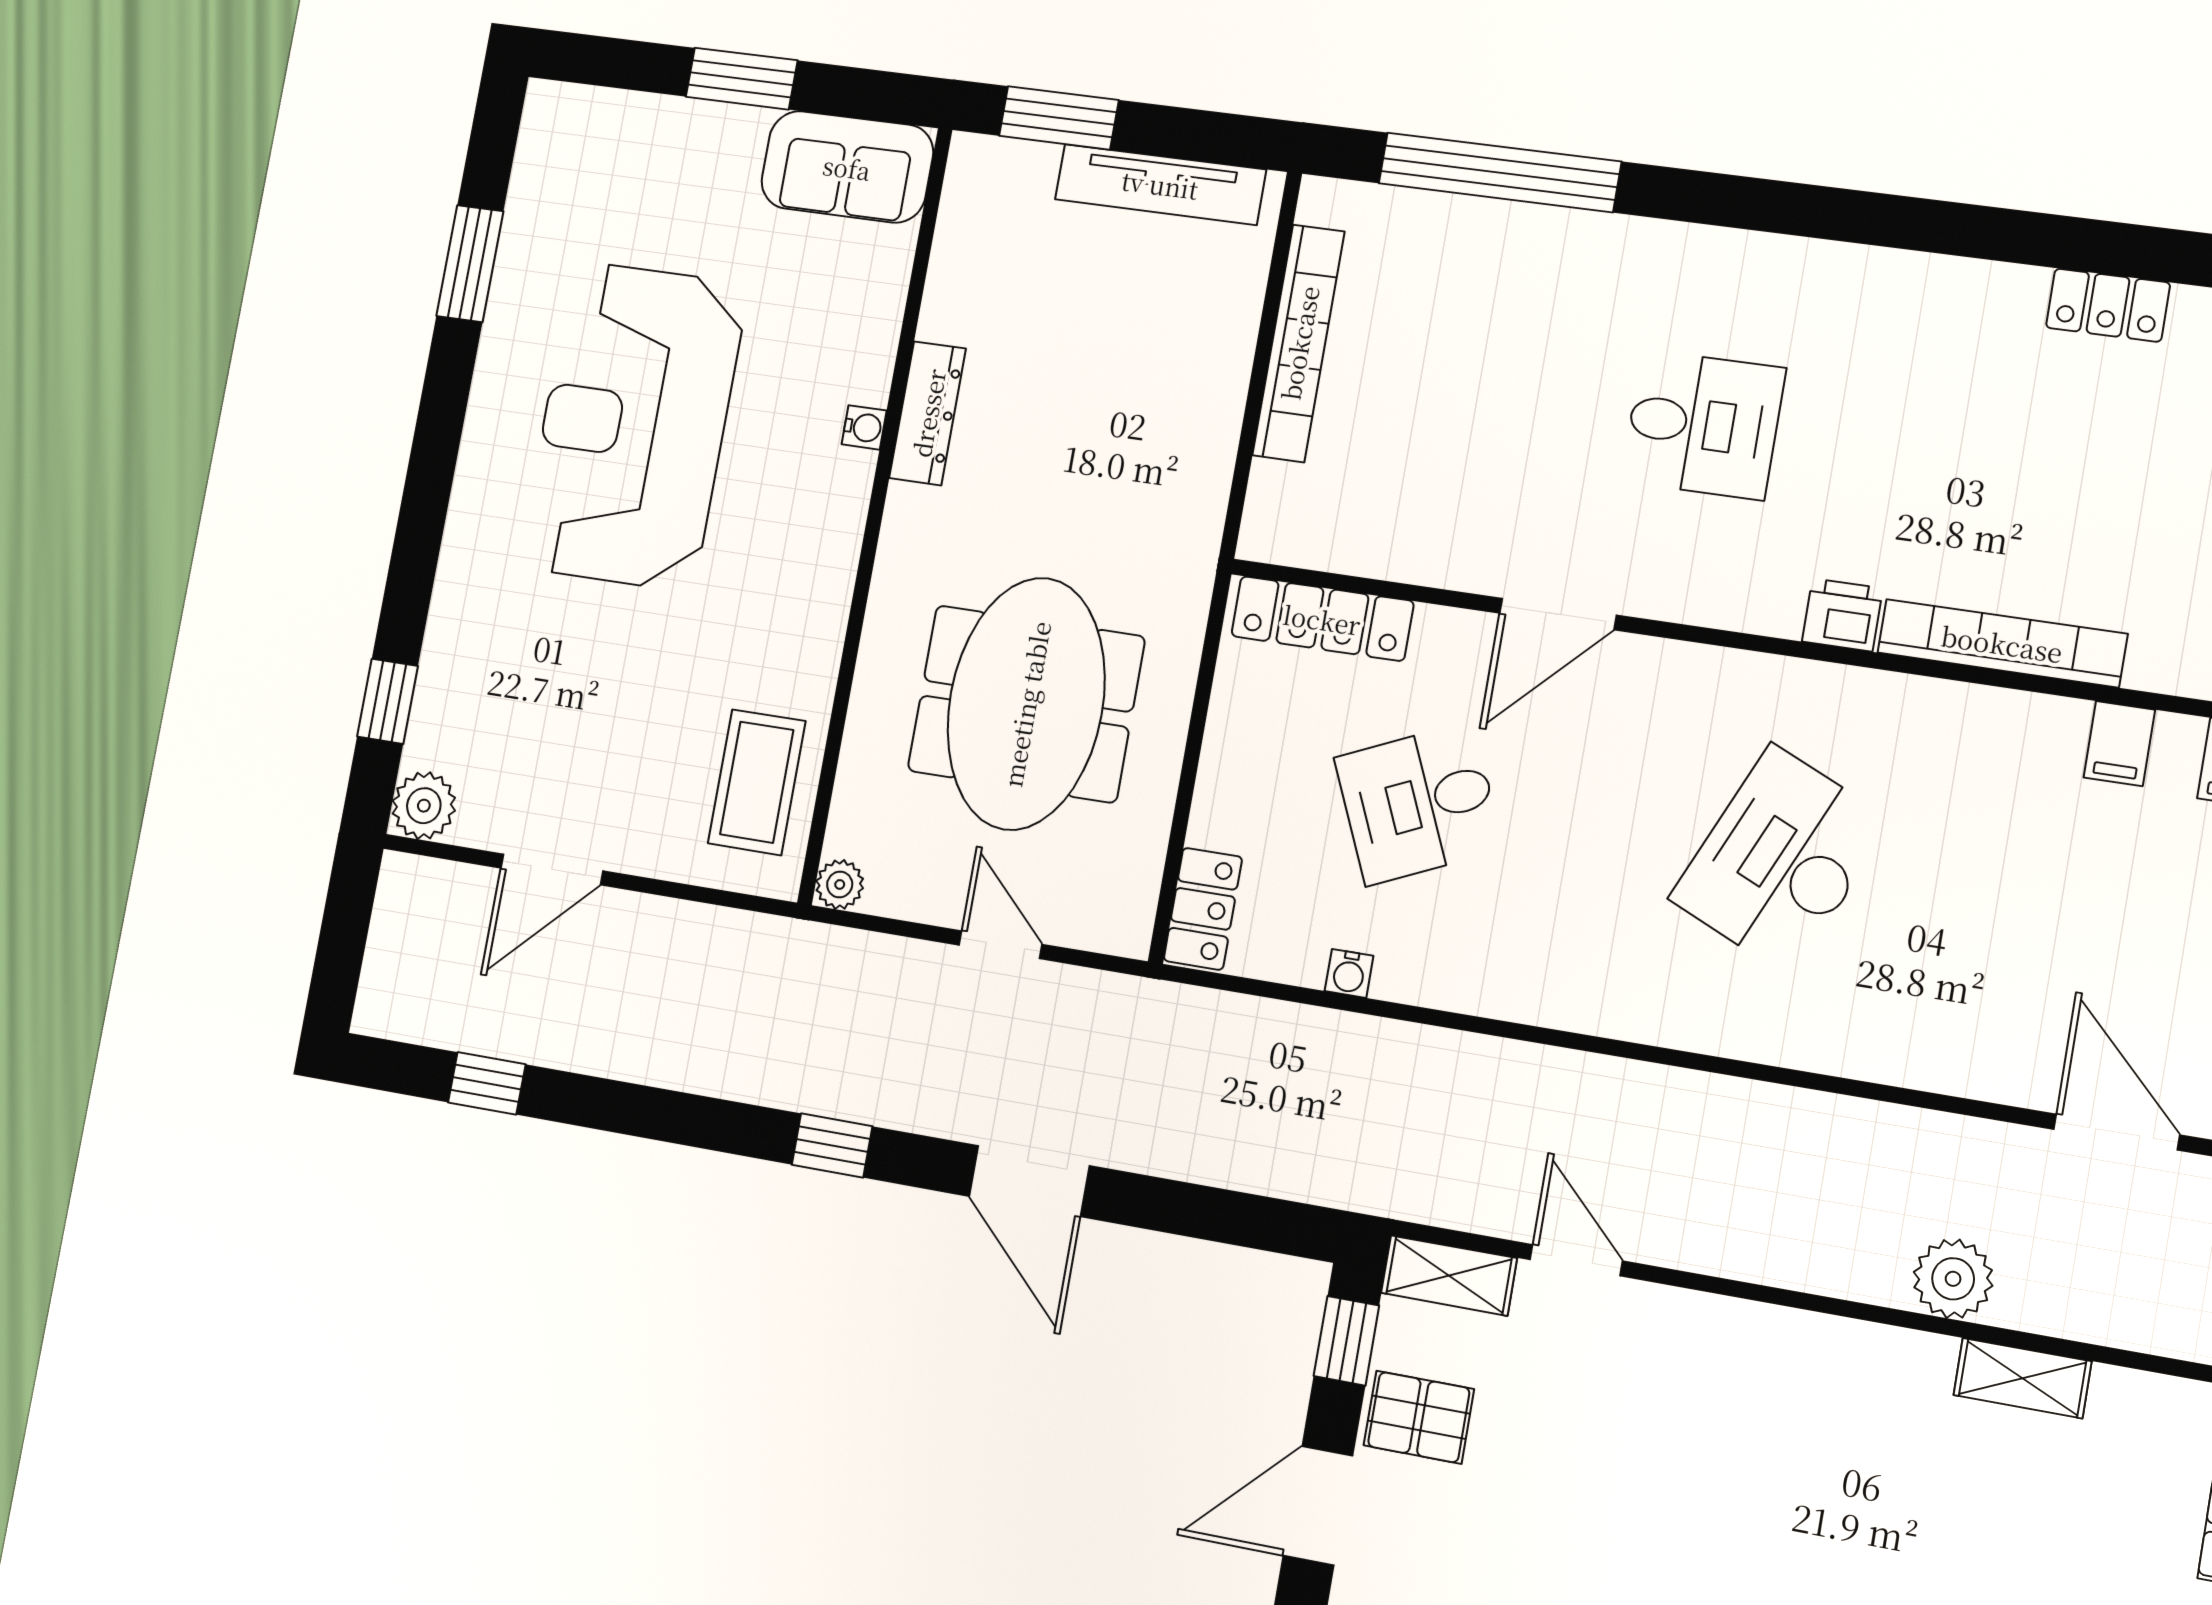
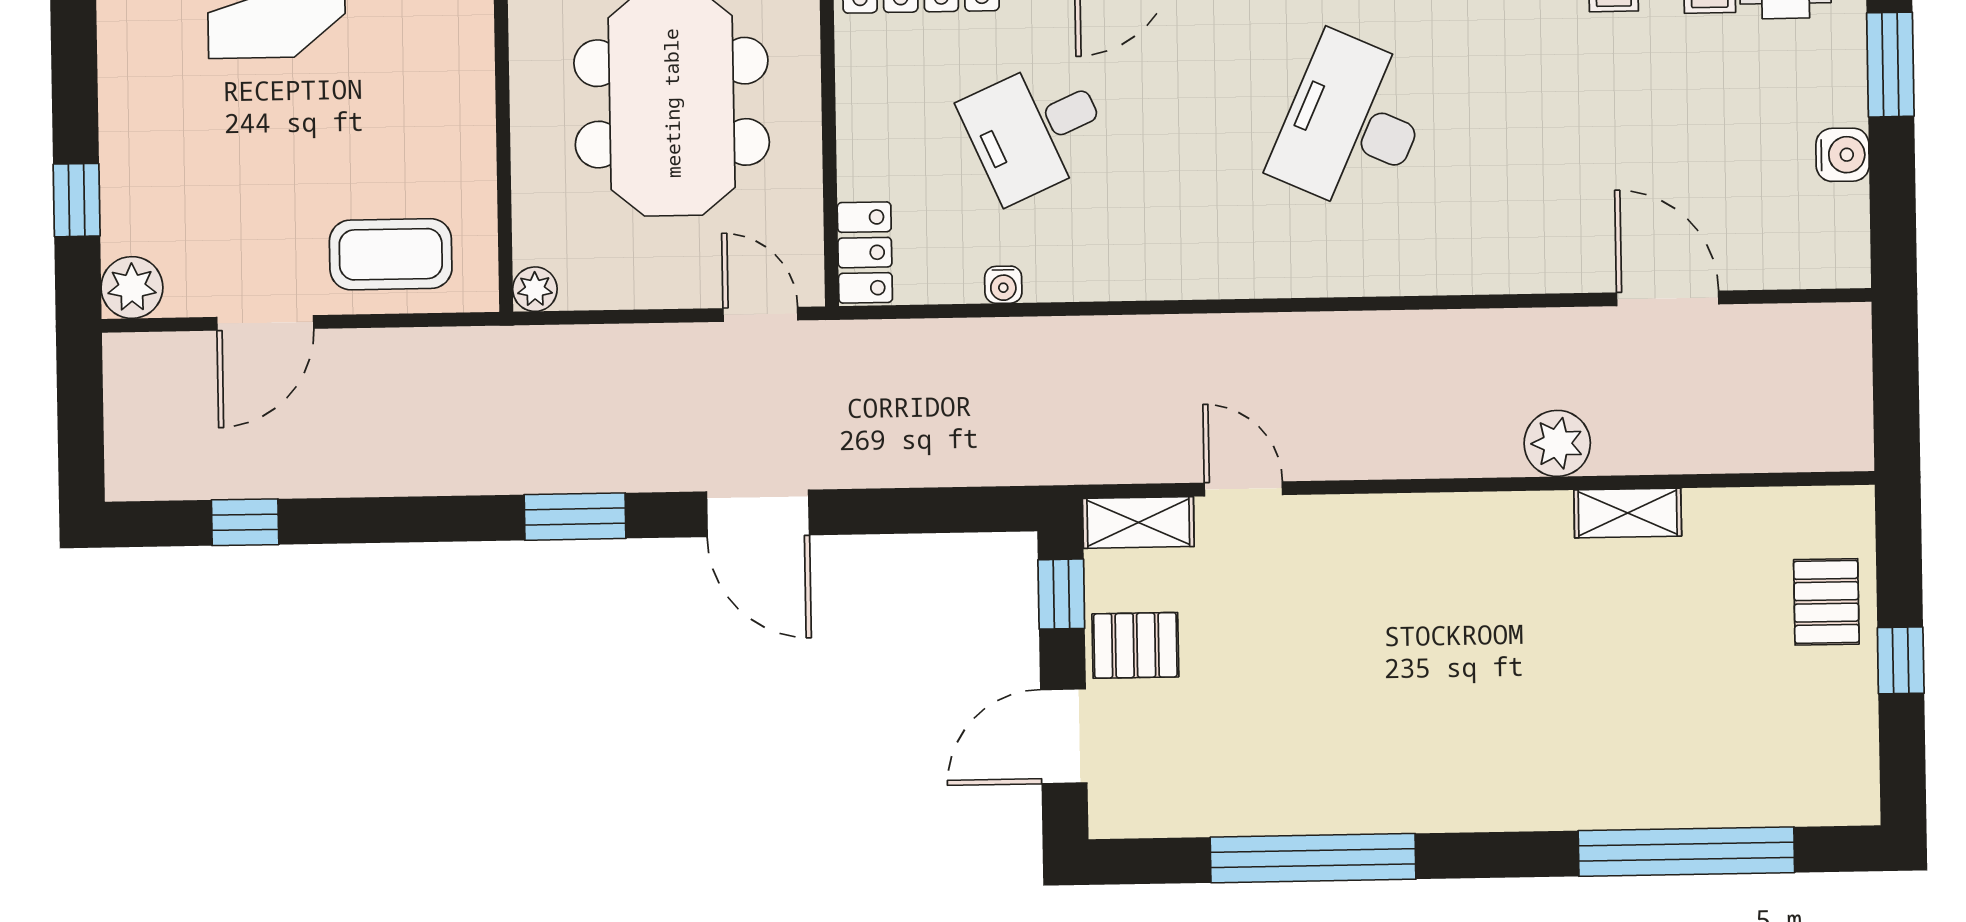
coffee table: (757, 782) -> (391, 254), moved, turned 90
door: (1001, 945) -> (760, 314), moved
window: (832, 1146) -> (575, 517), width x1.50

